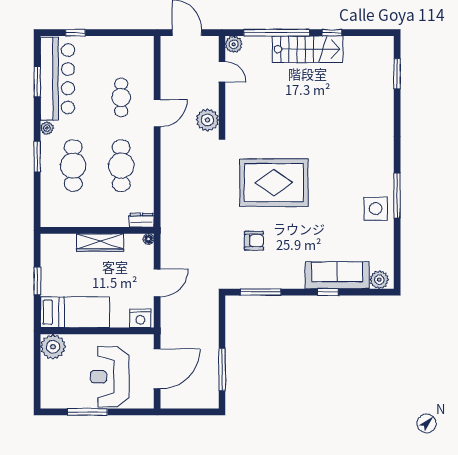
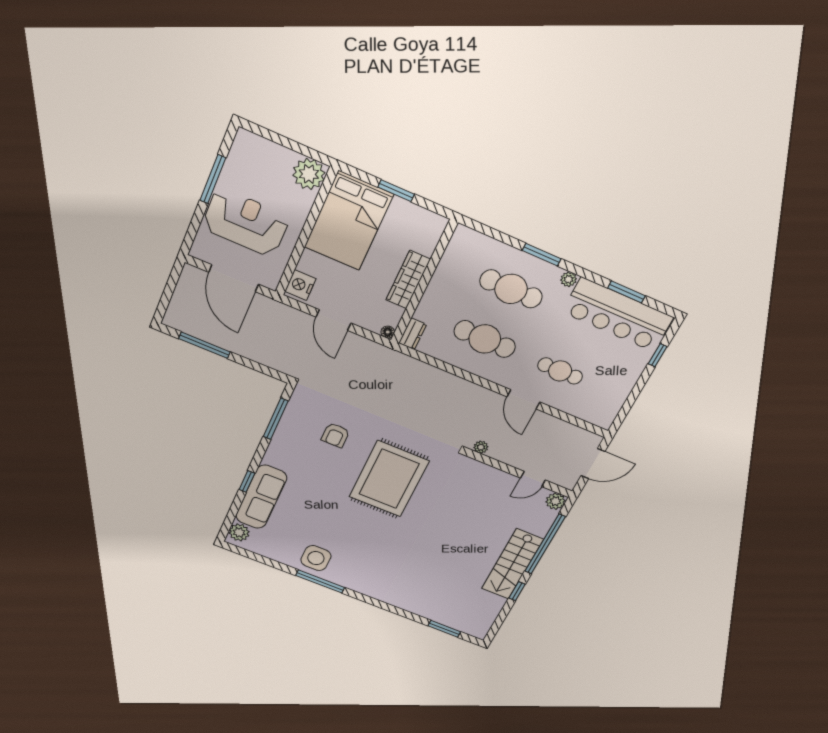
plant: (207, 120) -> (481, 447), width x0.53, depth x0.53
bed: (75, 312) -> (349, 221), width x1.50

